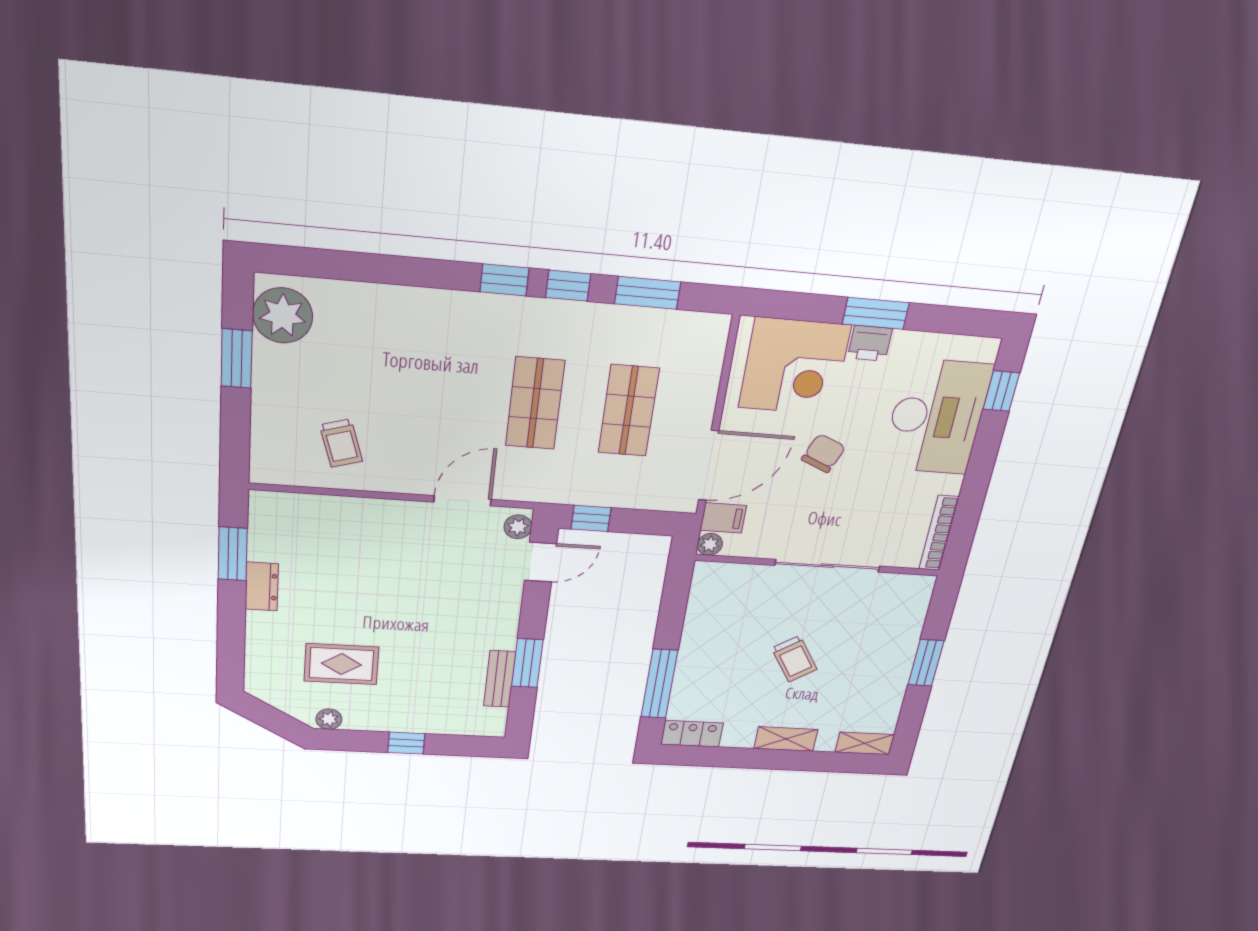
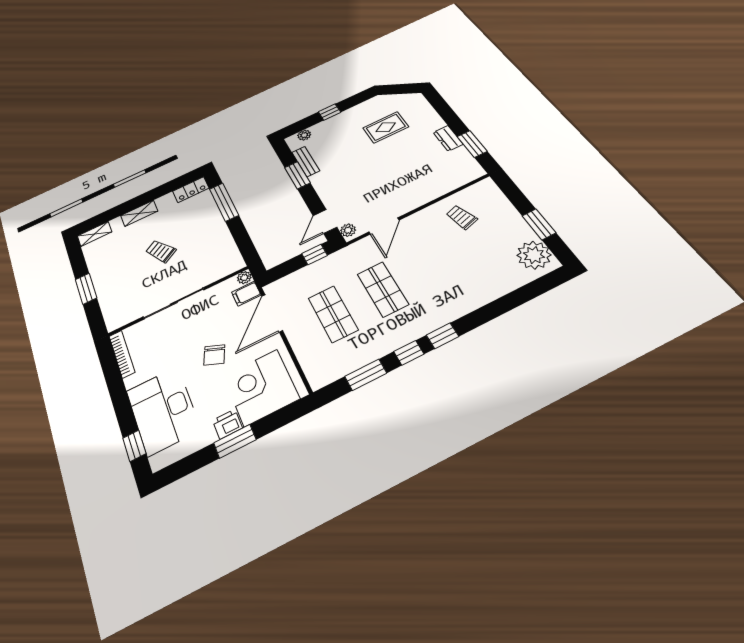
plant: (329, 719) -> (304, 135), moved

